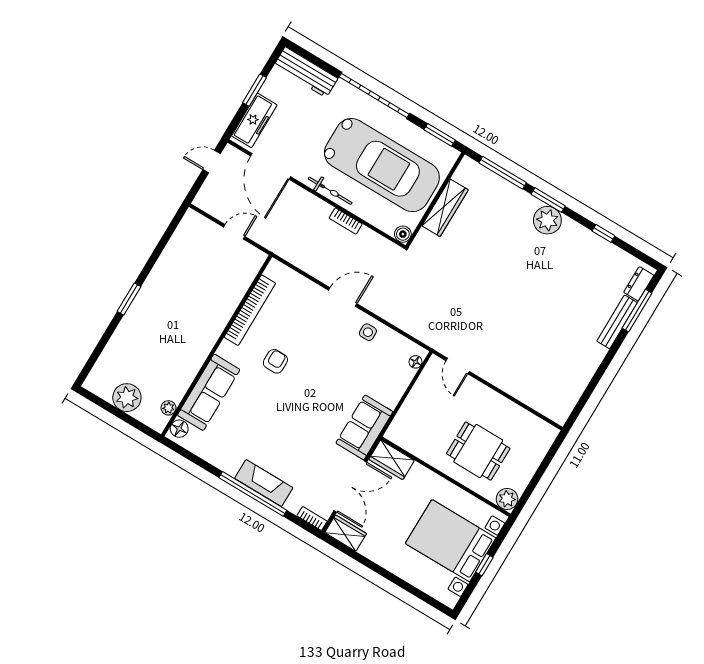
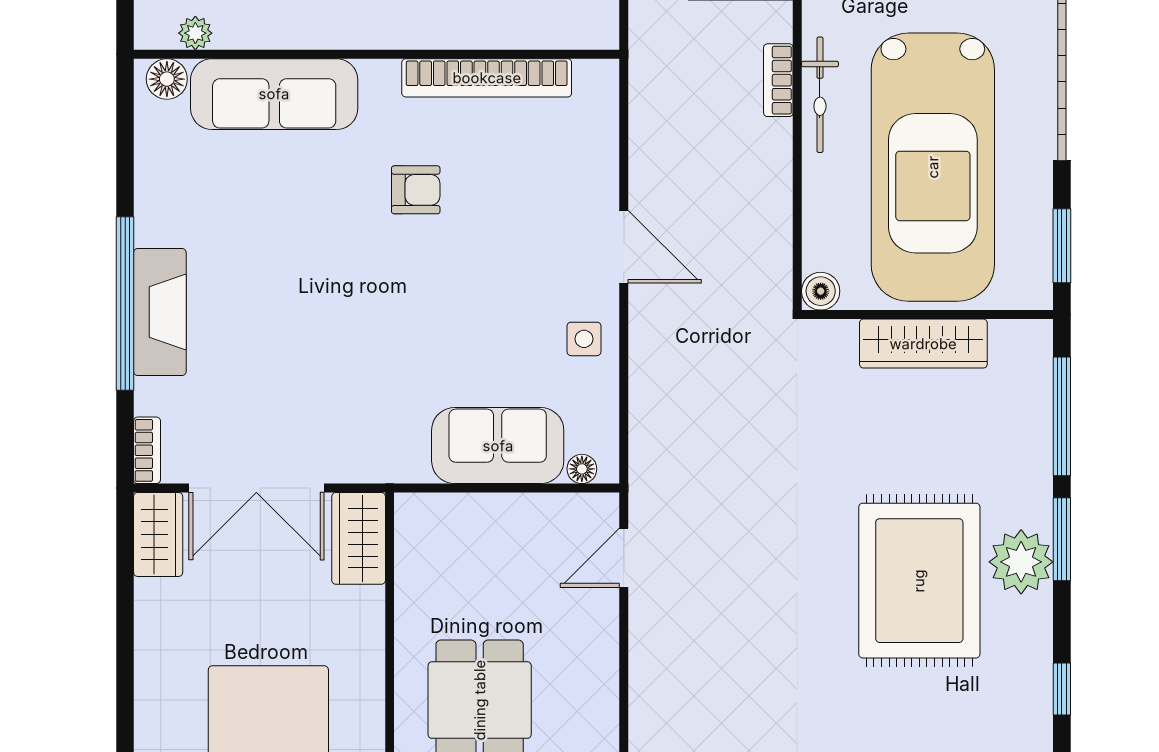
bookcase: (346, 221) -> (778, 80), moved
rug: (532, 262) -> (919, 581), added
sofa: (364, 427) -> (498, 446), moved

